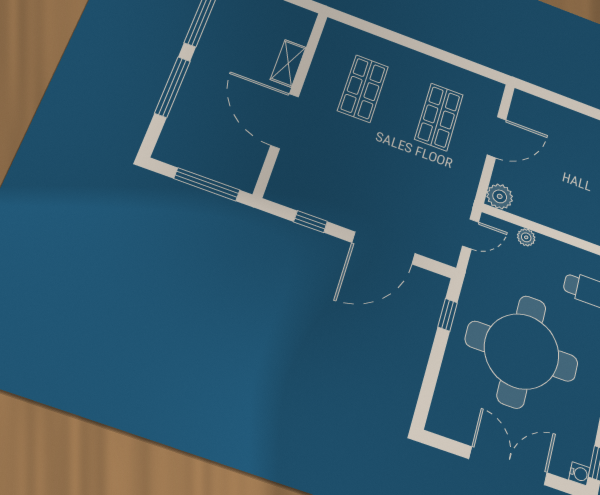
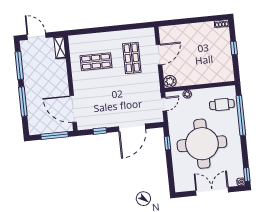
shelving: (288, 63) -> (60, 48), moved
shop shelf: (363, 88) -> (96, 62), turned 90
door: (285, 121) -> (73, 109), moved

